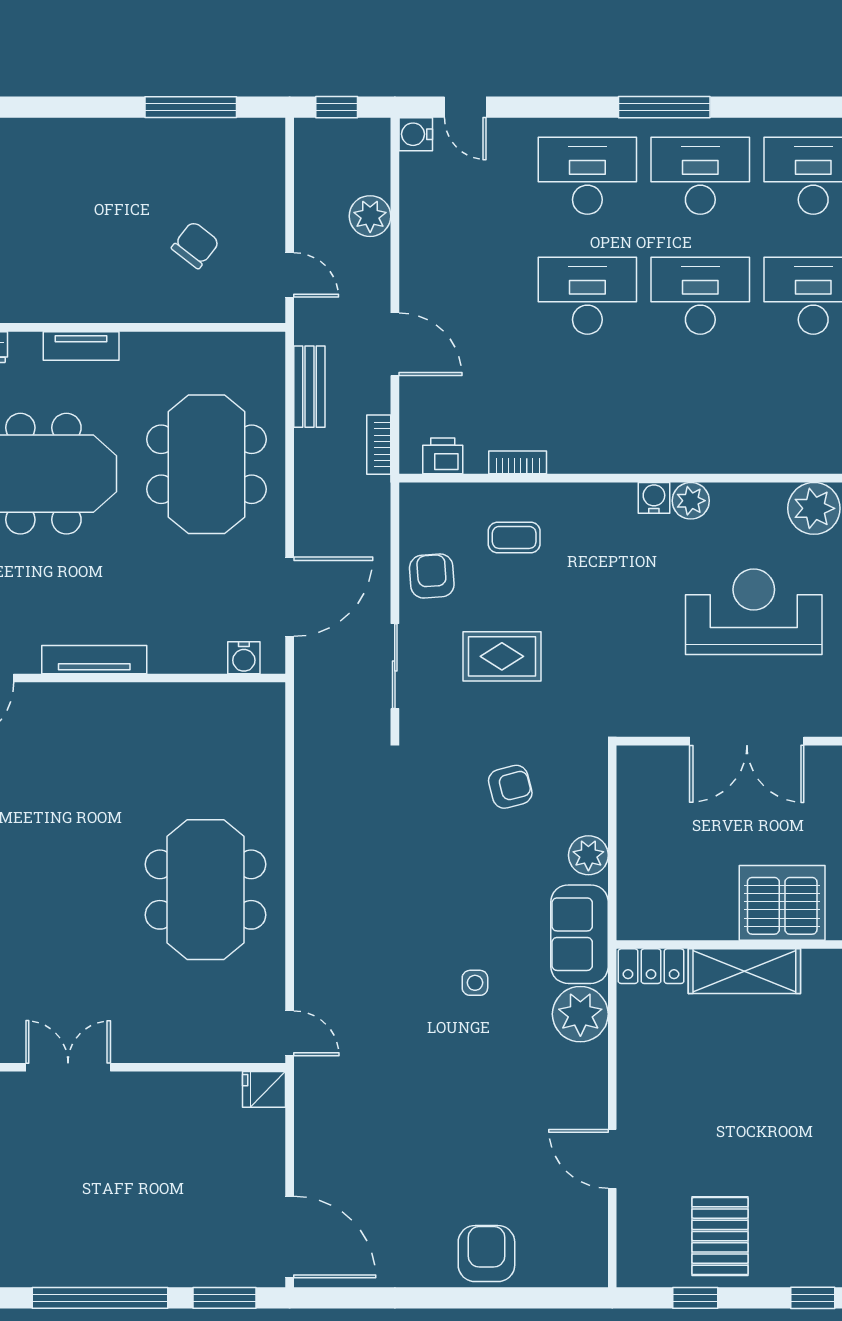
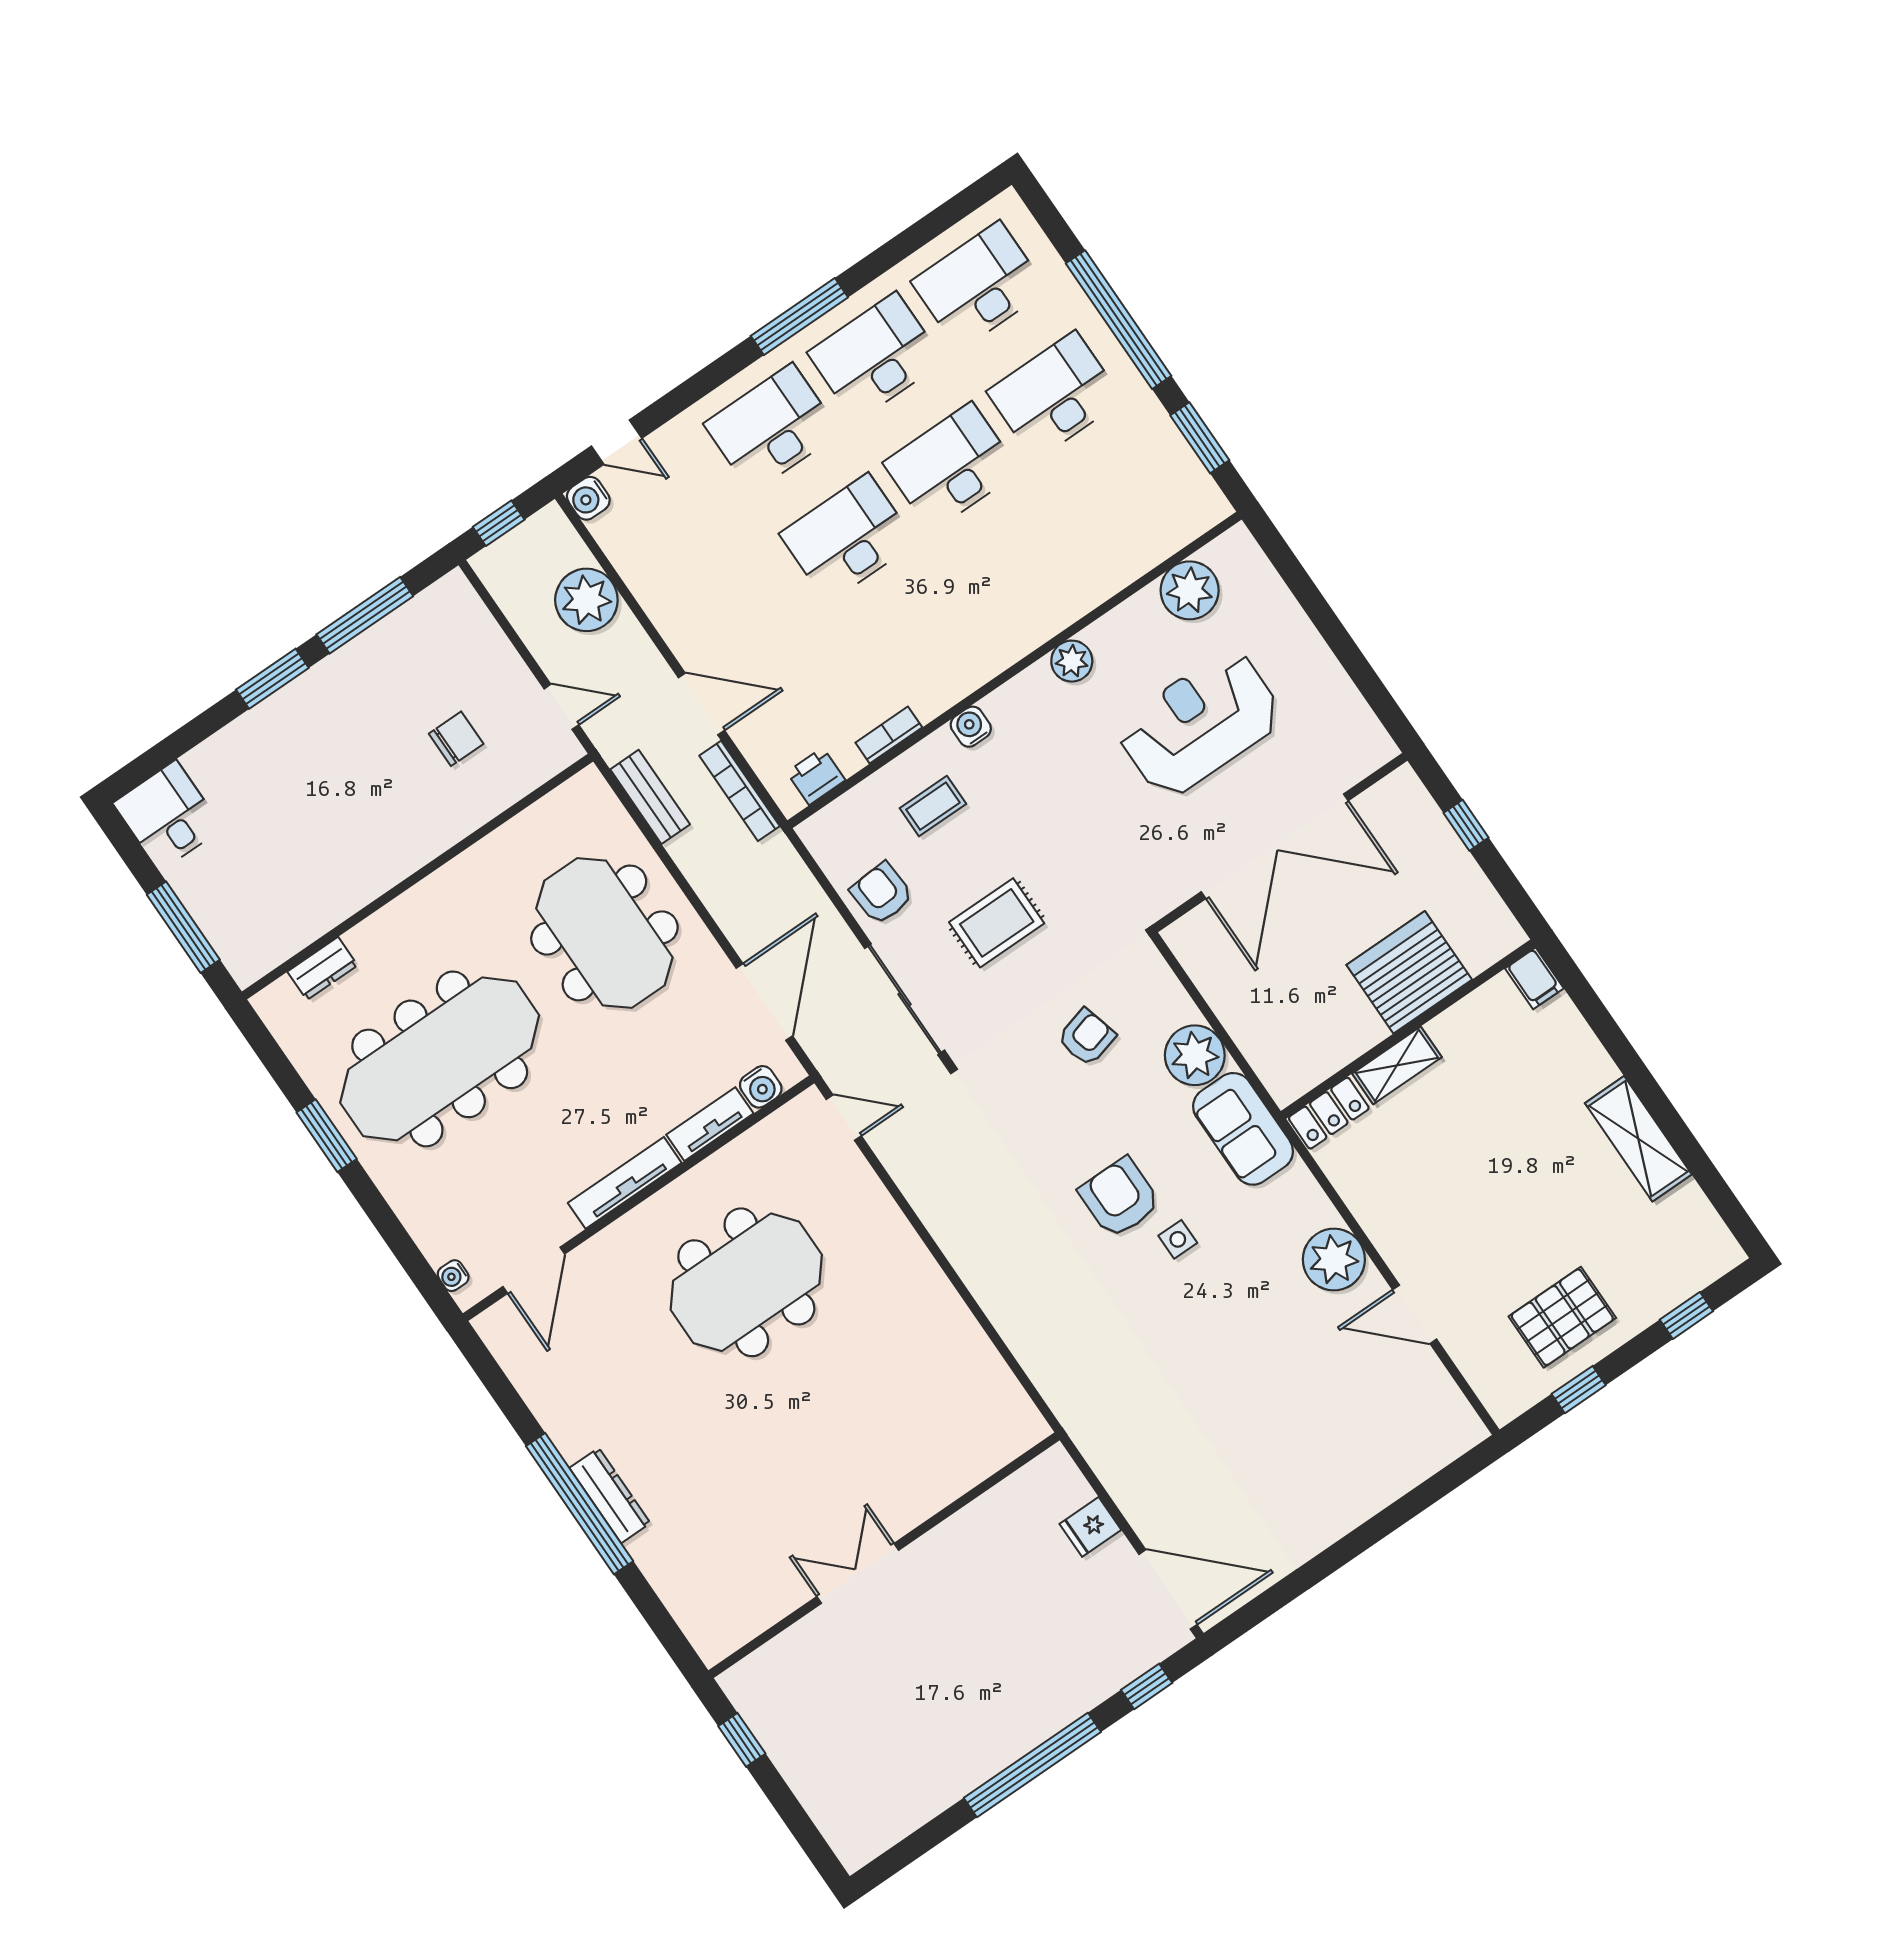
window: (90, 107) -> (272, 679), added
plant: (370, 216) -> (586, 600), width x1.36, depth x1.36
chair: (195, 245) -> (456, 739), turned 52
tv unit: (81, 346) -> (710, 1124), moved, turned 180
bookcase: (379, 445) -> (740, 791), width x1.56
water cooler: (654, 498) -> (971, 727), moved
sliding door: (395, 666) -> (905, 999), width x1.37
double door: (747, 741) -> (1275, 846), width x1.36
plant: (588, 855) -> (1195, 1055), width x1.36, depth x1.36
meeting table: (205, 890) -> (746, 1282), moved, turned 90
shelving: (744, 971) -> (1397, 1065), width x0.67, depth x0.75
plant: (580, 1014) -> (1334, 1260), moved
door: (290, 1033) -> (844, 1118), moved
fridge: (264, 1089) -> (1090, 1527), moved
pallet: (720, 1236) -> (1562, 1317), turned 90
armchair: (486, 1254) -> (1120, 1198), moved
window: (224, 1298) -> (1147, 1686), width x0.67

